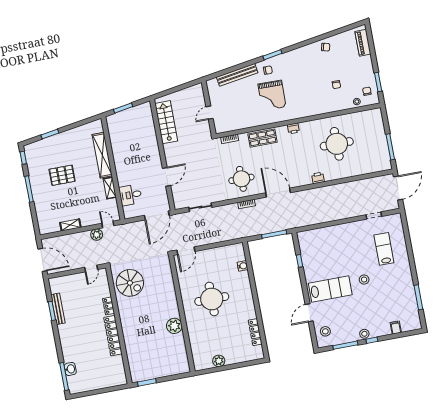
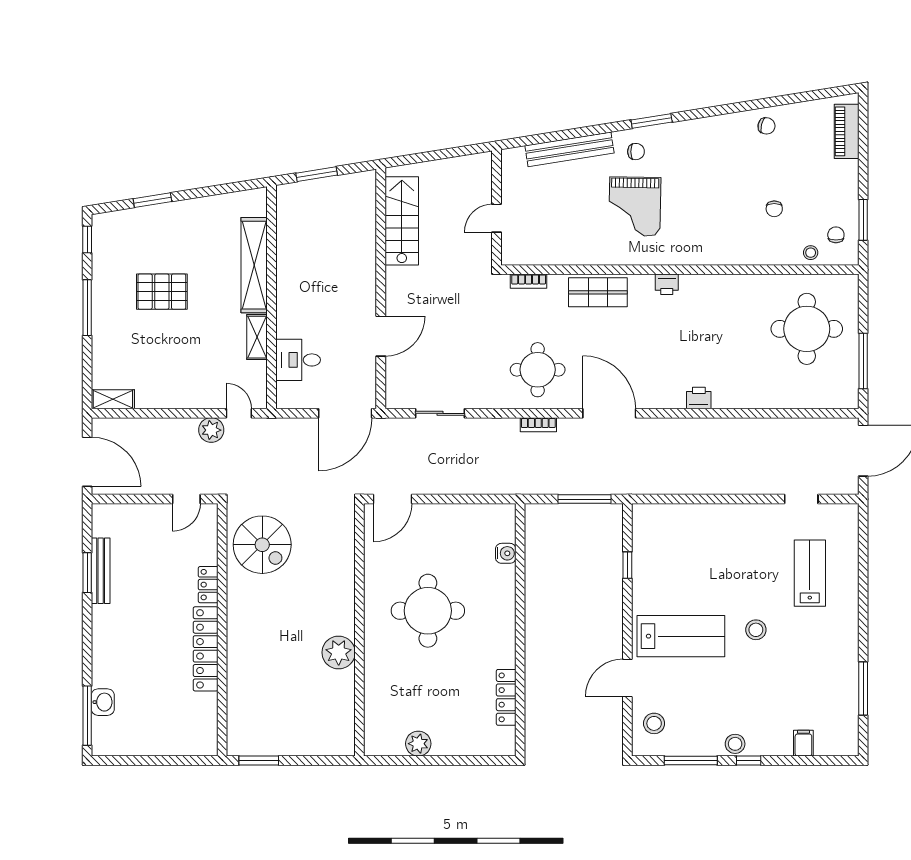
round table: (337, 144) -> (807, 329), moved
shelving: (70, 225) -> (113, 399), moved

